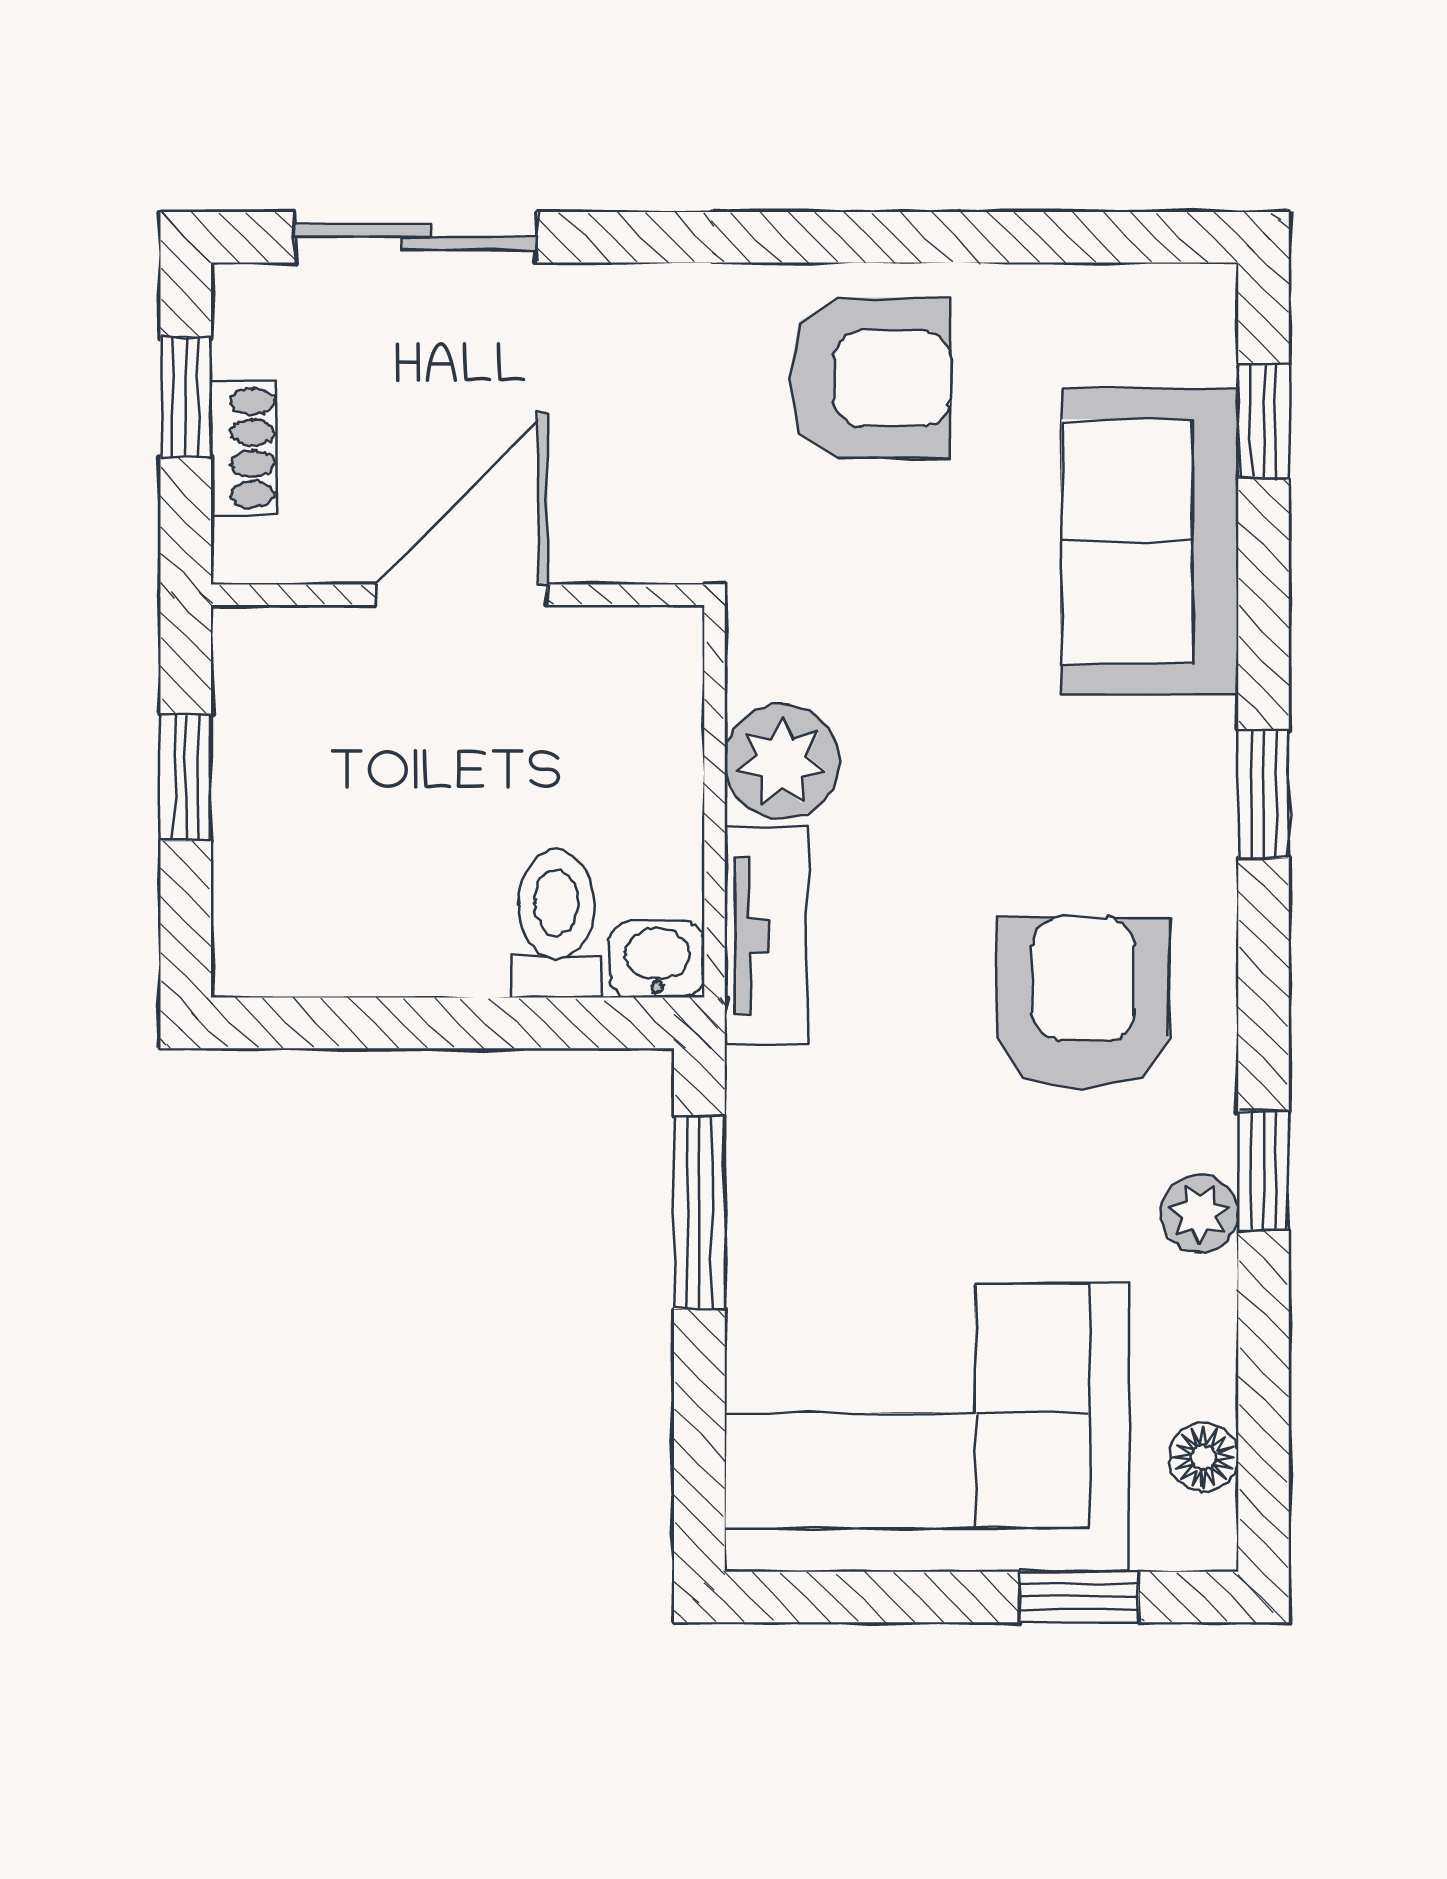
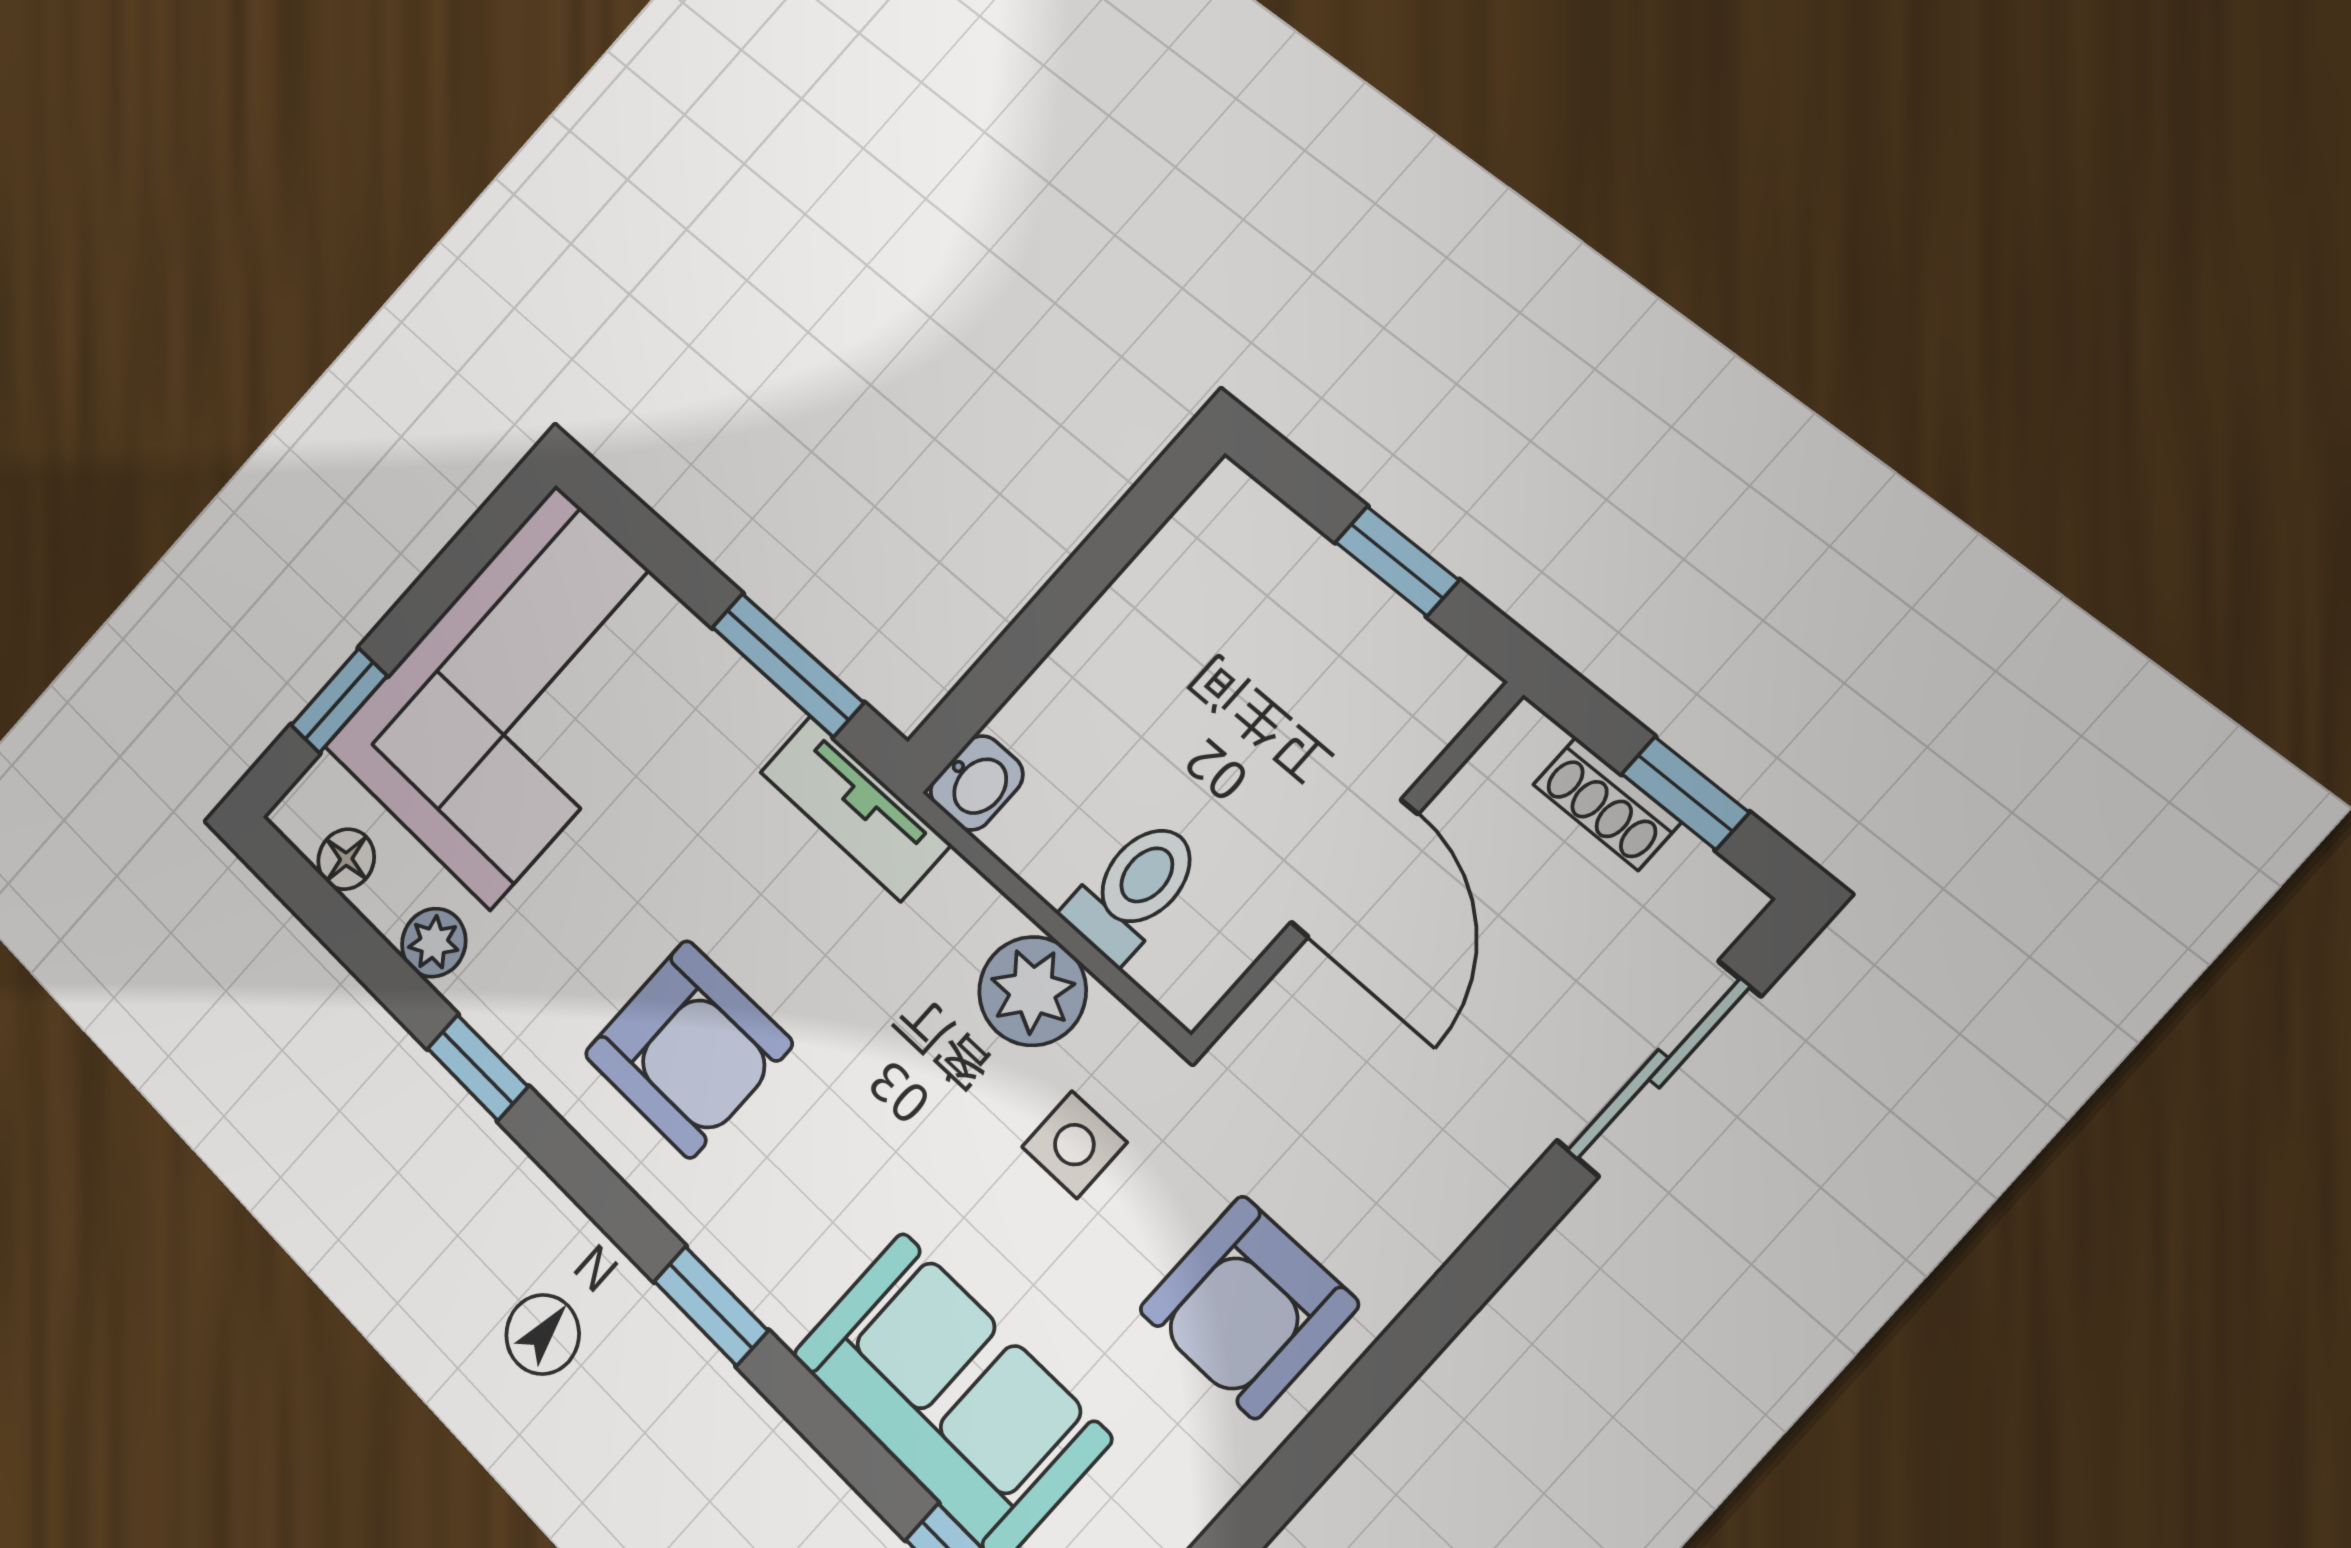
side table: (871, 620) -> (1074, 1145), added
toilet: (556, 923) -> (1134, 890), moved, turned -90
tv unit: (766, 936) -> (855, 808), moved
plant: (1200, 1214) -> (434, 943), moved

